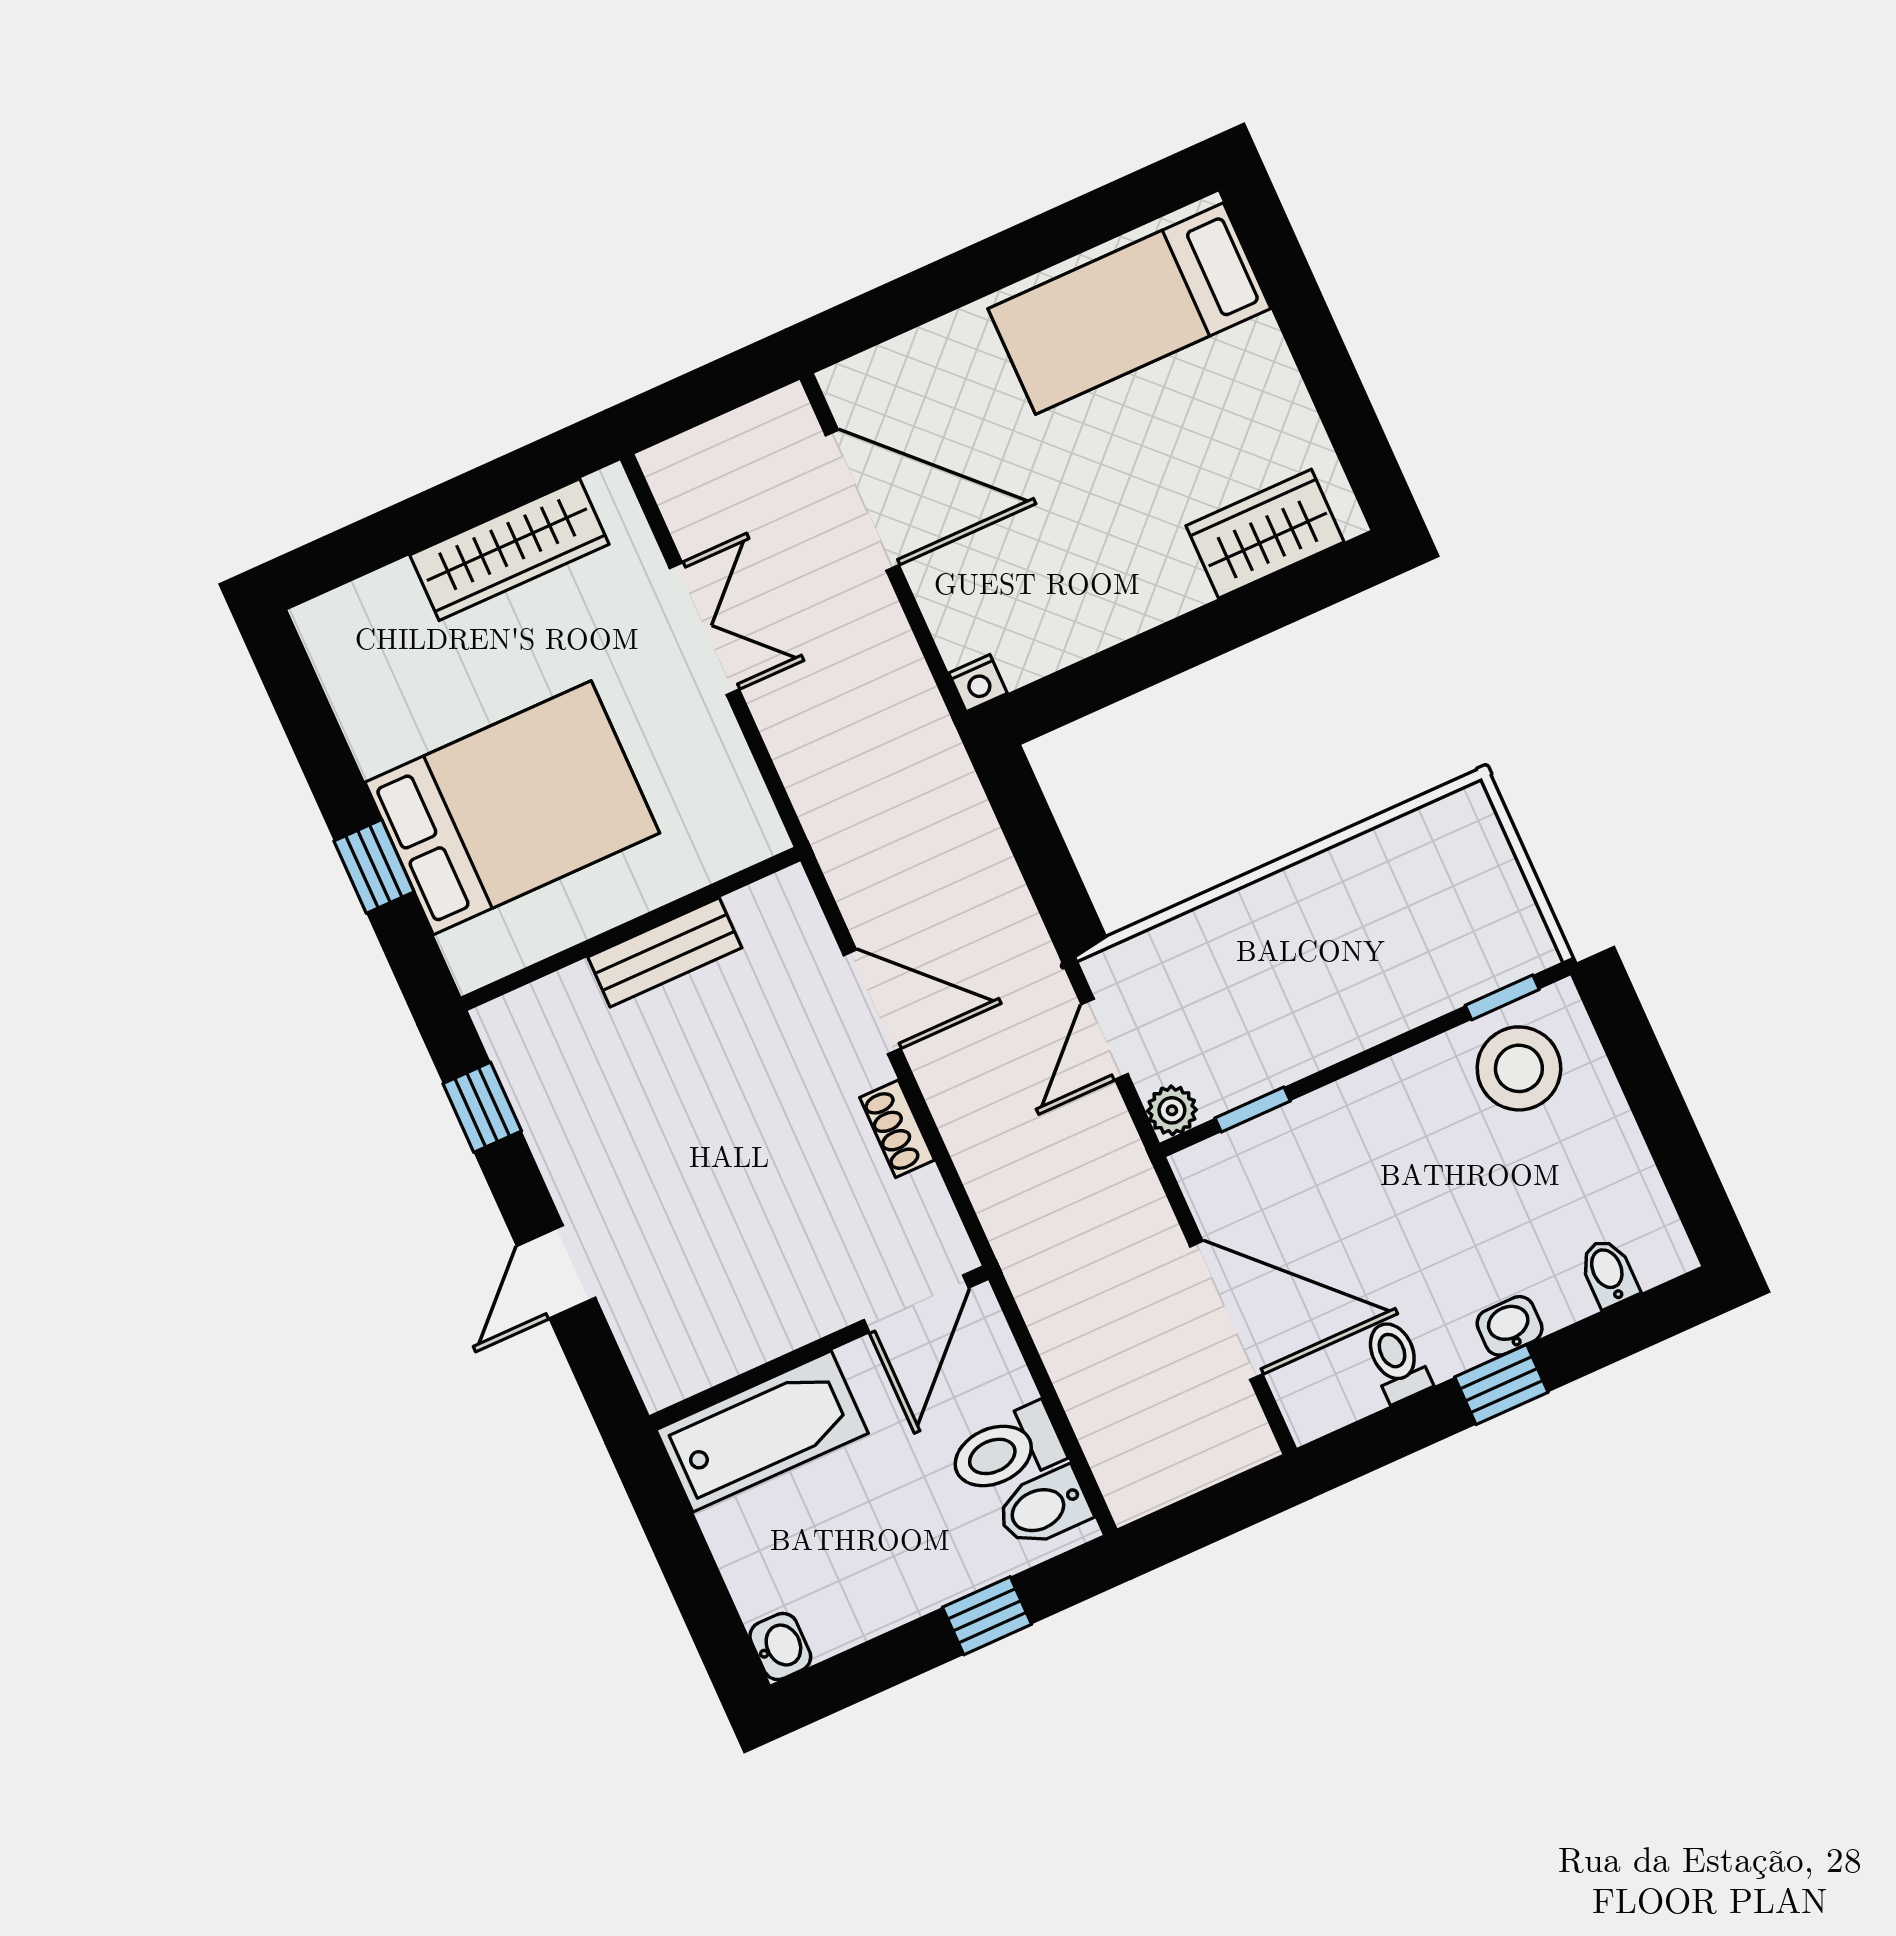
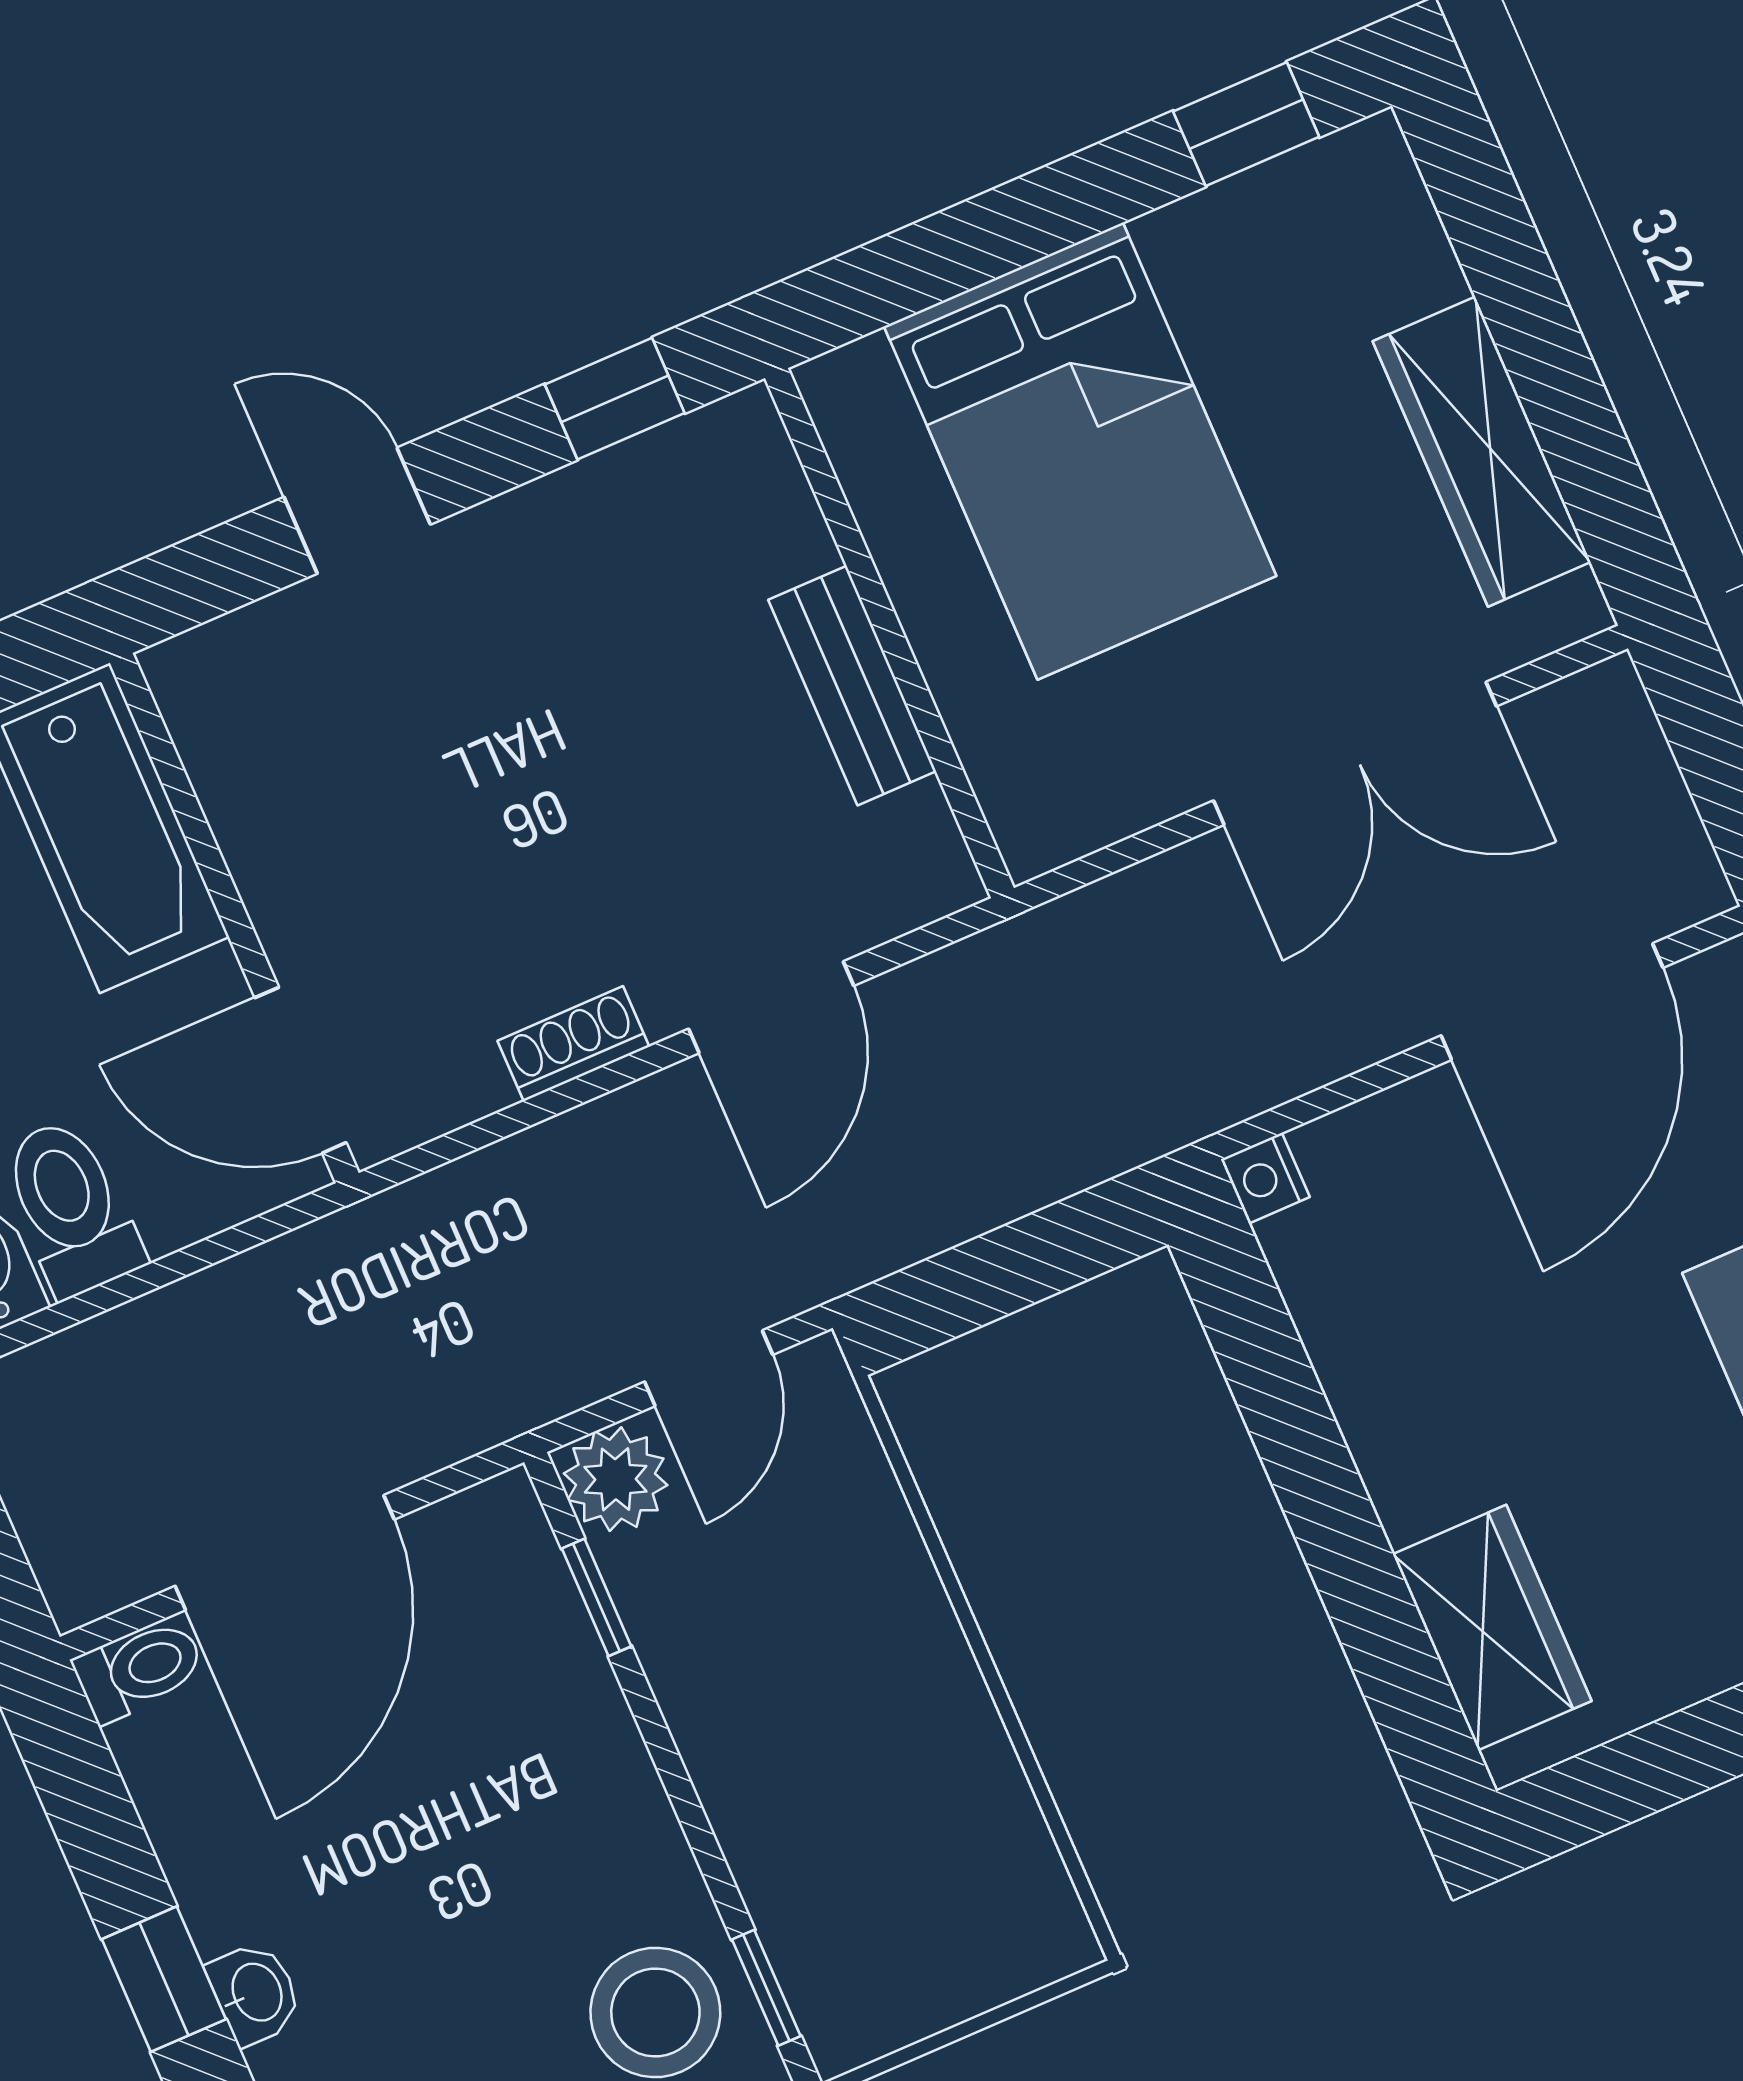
double door: (704, 629) -> (1355, 753), width x1.37
window: (374, 866) -> (1246, 124), moved
door: (1105, 1039) -> (709, 1368), swing flipped
plant: (1172, 1110) -> (616, 1479), width x1.38, depth x1.38
toilet: (1396, 1360) -> (139, 1670), moved

